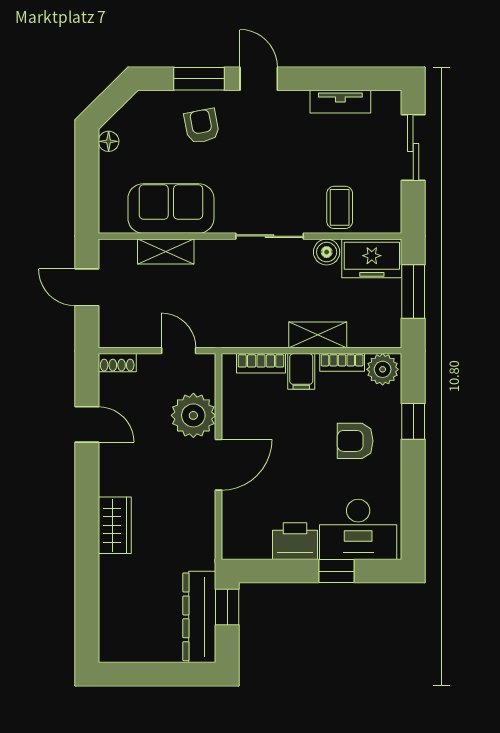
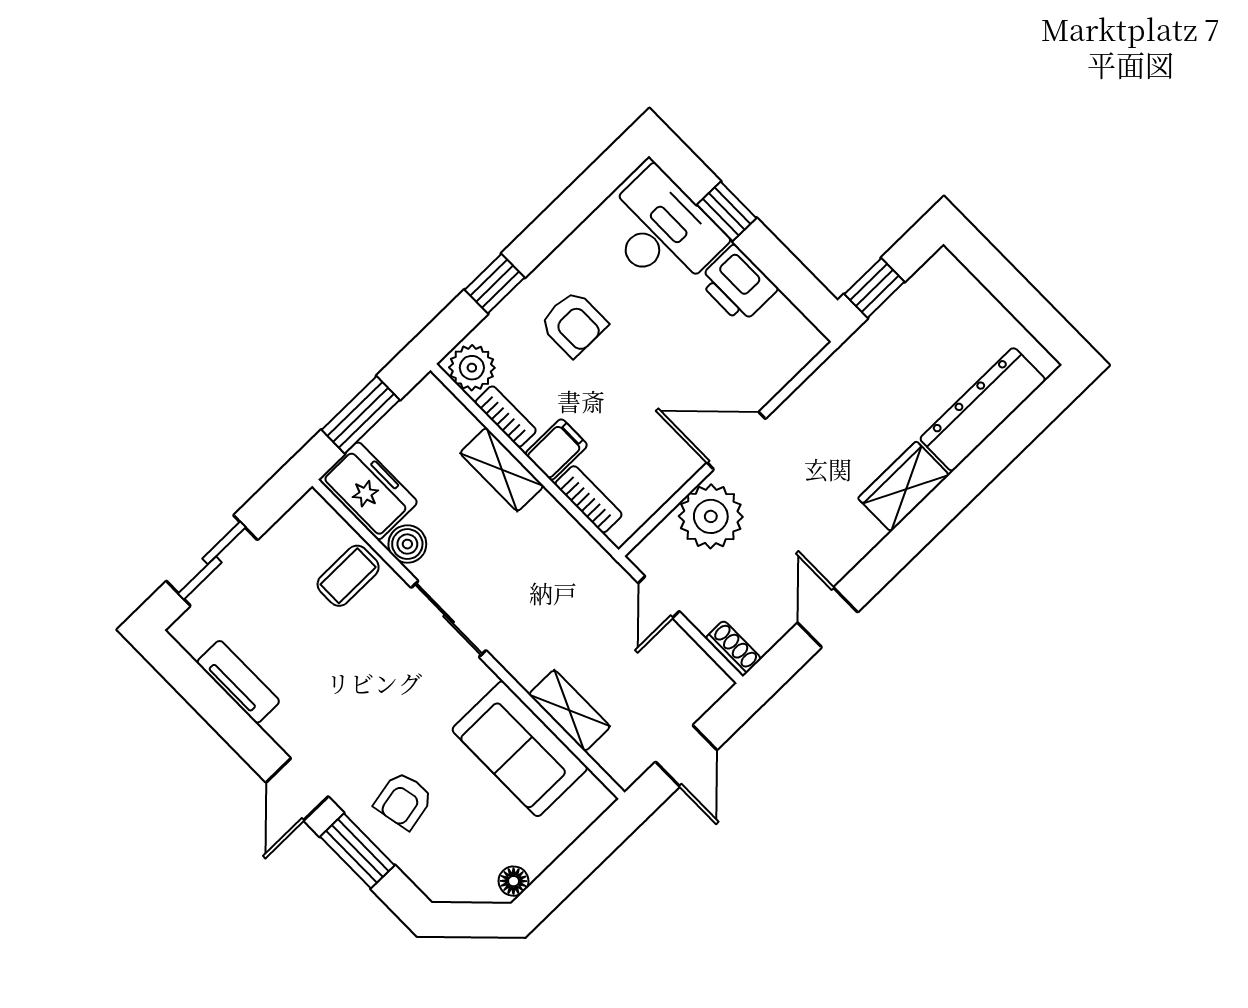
dresser: (199, 617) -> (983, 409), moved, turned 180

